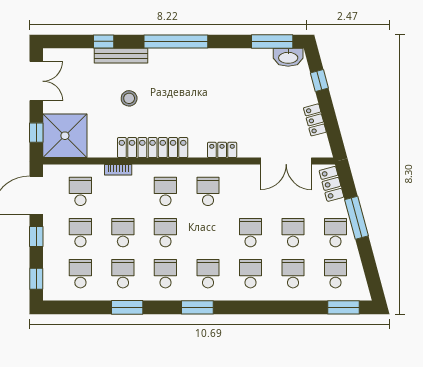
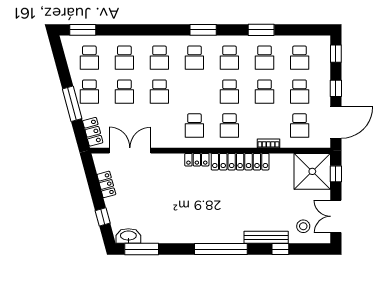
stool: (129, 98) -> (303, 226), moved
locker: (222, 150) -> (197, 160), moved

